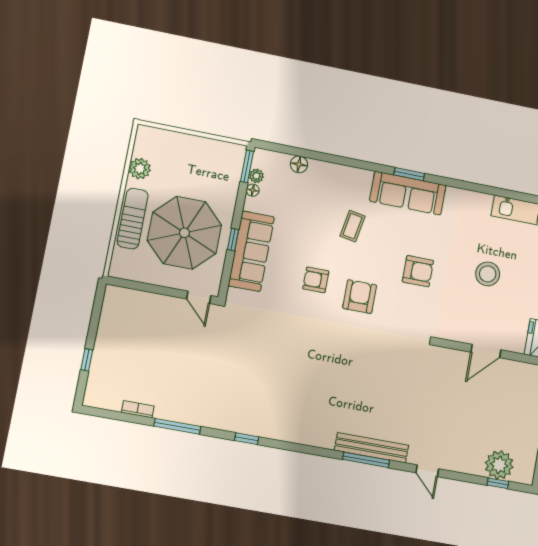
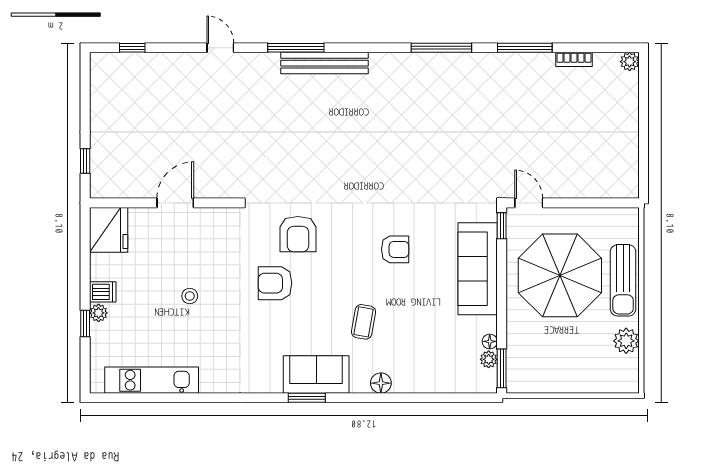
floor lamp: (299, 164) -> (381, 383), moved
sofa: (408, 193) -> (316, 374), width x0.73
window: (233, 240) -> (502, 226), moved
stool: (488, 274) -> (190, 296), width x0.53, depth x0.53
armchair: (360, 297) -> (298, 234), moved
window: (87, 360) -> (643, 106), removed
window: (247, 439) -> (441, 48), width x2.17
bench: (371, 448) -> (325, 63), moved
plant: (499, 465) -> (630, 62), moved, width x0.53, depth x0.53

